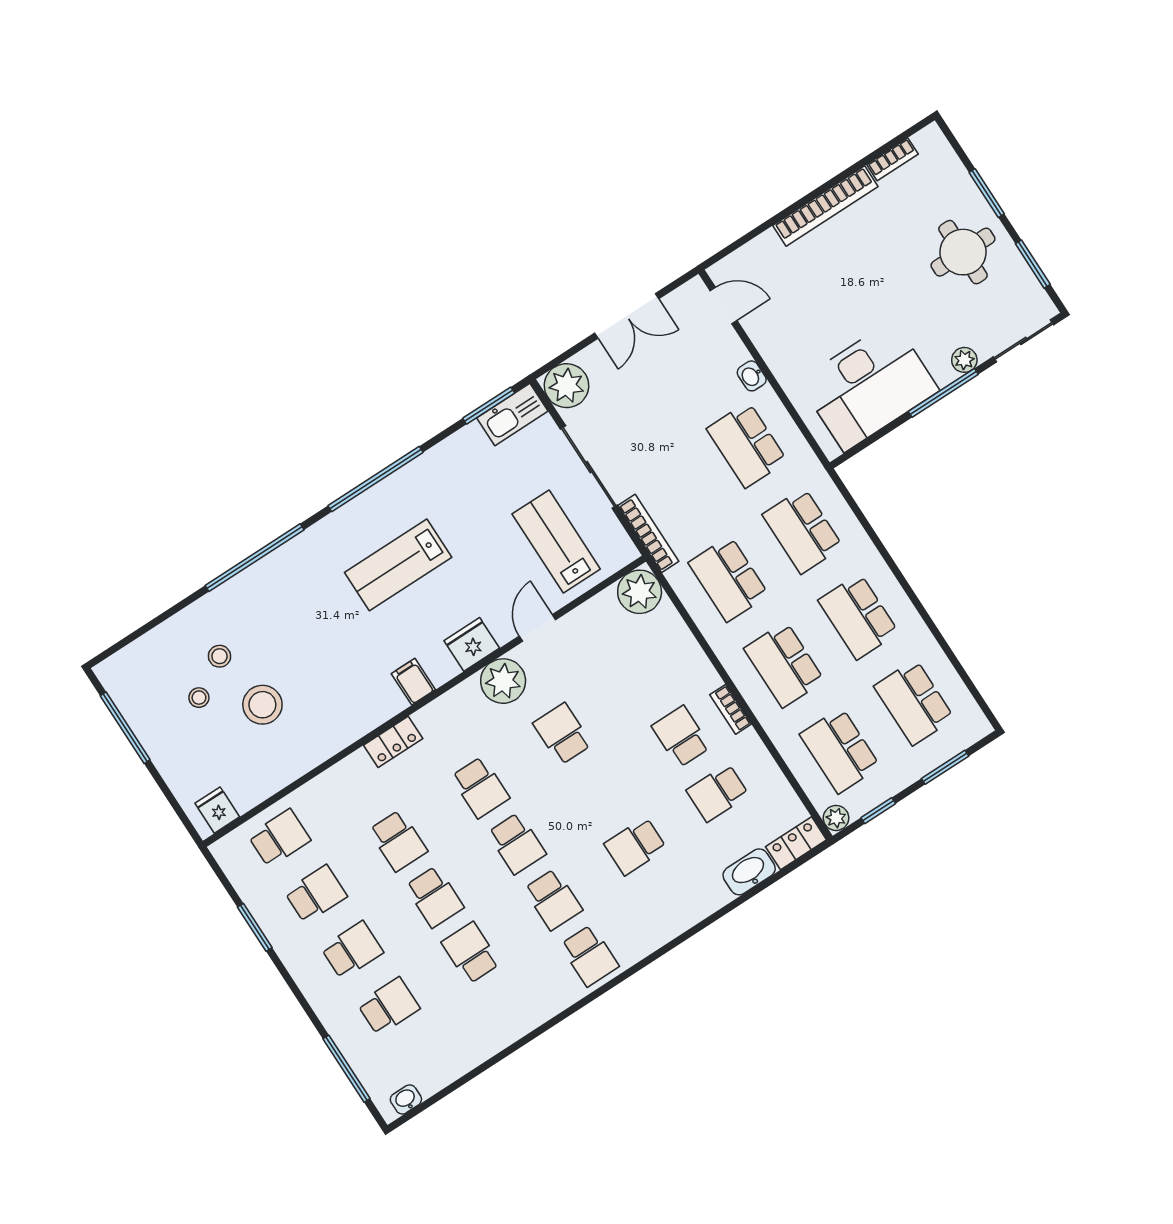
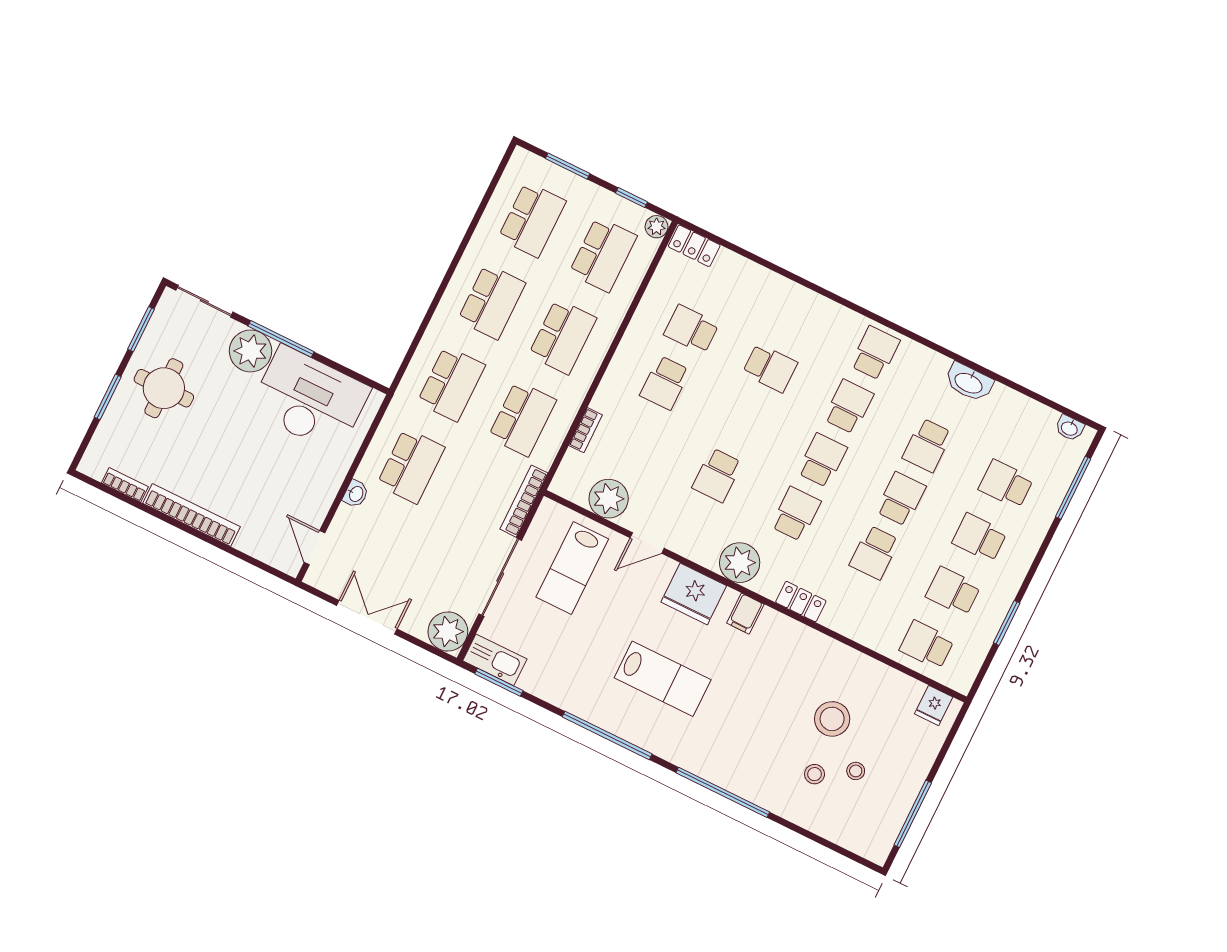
plant: (964, 360) -> (251, 351), width x1.87, depth x1.87
plant: (640, 592) -> (609, 499), moved
fridge: (472, 644) -> (694, 594), width x1.36, depth x1.34
plant: (503, 681) -> (740, 563), moved
bookcase: (731, 709) -> (586, 430), moved
school desk: (718, 793) -> (691, 329), turned 180
school desk: (398, 841) -> (874, 553), turned 180
washbasin: (749, 872) -> (969, 382), moved

